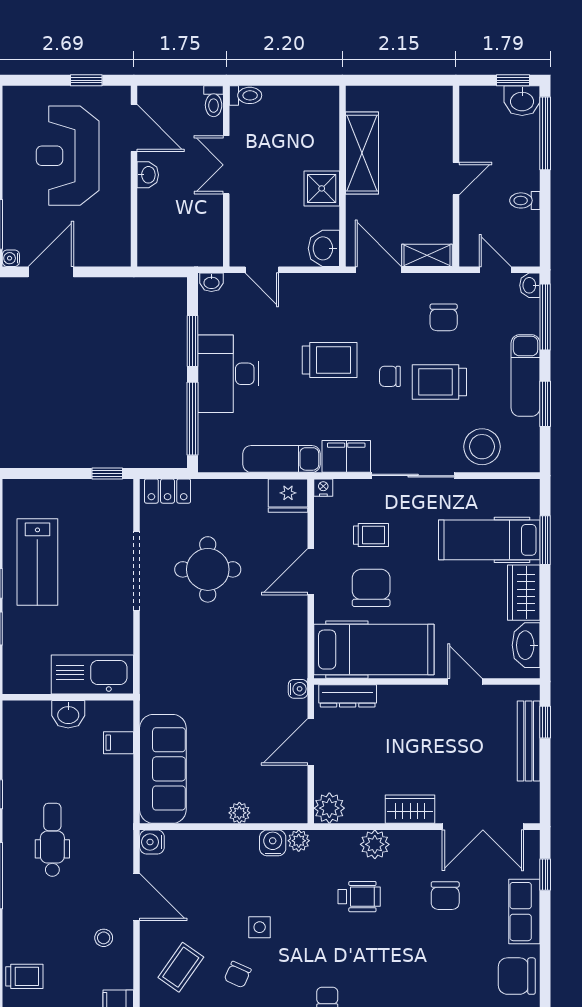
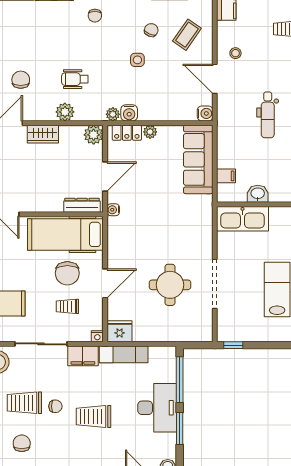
trolley: (439, 382) -> (24, 403), turned 180
locker: (168, 491) -> (127, 133), moved, turned 180

